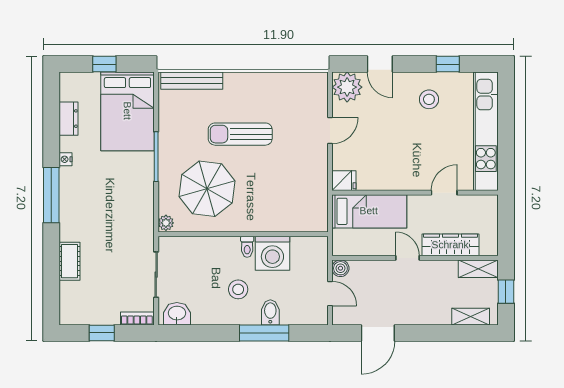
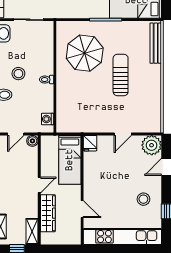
door: (330, 131) -> (123, 134), hinge flipped
plant: (166, 223) -> (62, 26), removed
washing machine: (272, 253) -> (48, 119), moved, width x0.53, depth x0.53

